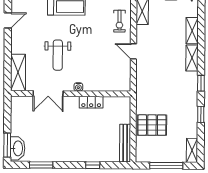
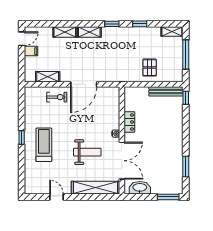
door: (133, 51) -> (84, 84), width x1.88
shelving: (18, 73) -> (95, 188), width x1.47
double door: (48, 94) -> (122, 161), width x1.37
pallet: (152, 125) -> (150, 68), width x0.67, depth x0.71
washbasin: (18, 148) -> (140, 188), moved
window: (93, 165) -> (186, 98), moved

